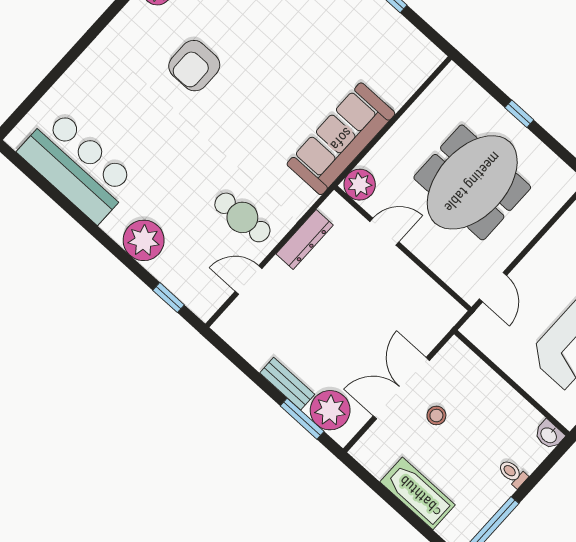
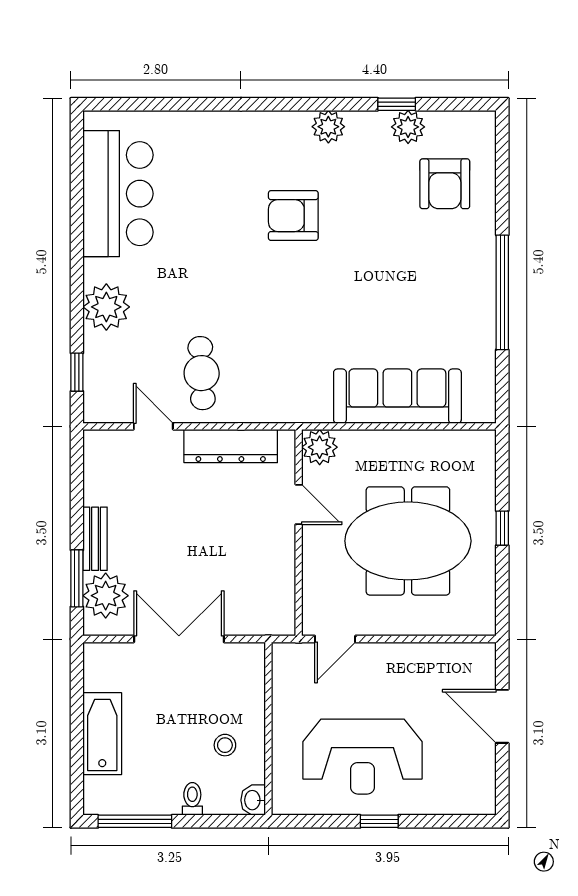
sofa: (341, 139) -> (397, 396), moved
dresser: (305, 240) -> (231, 446), width x1.37, depth x1.24
stool: (436, 416) -> (225, 745), moved

